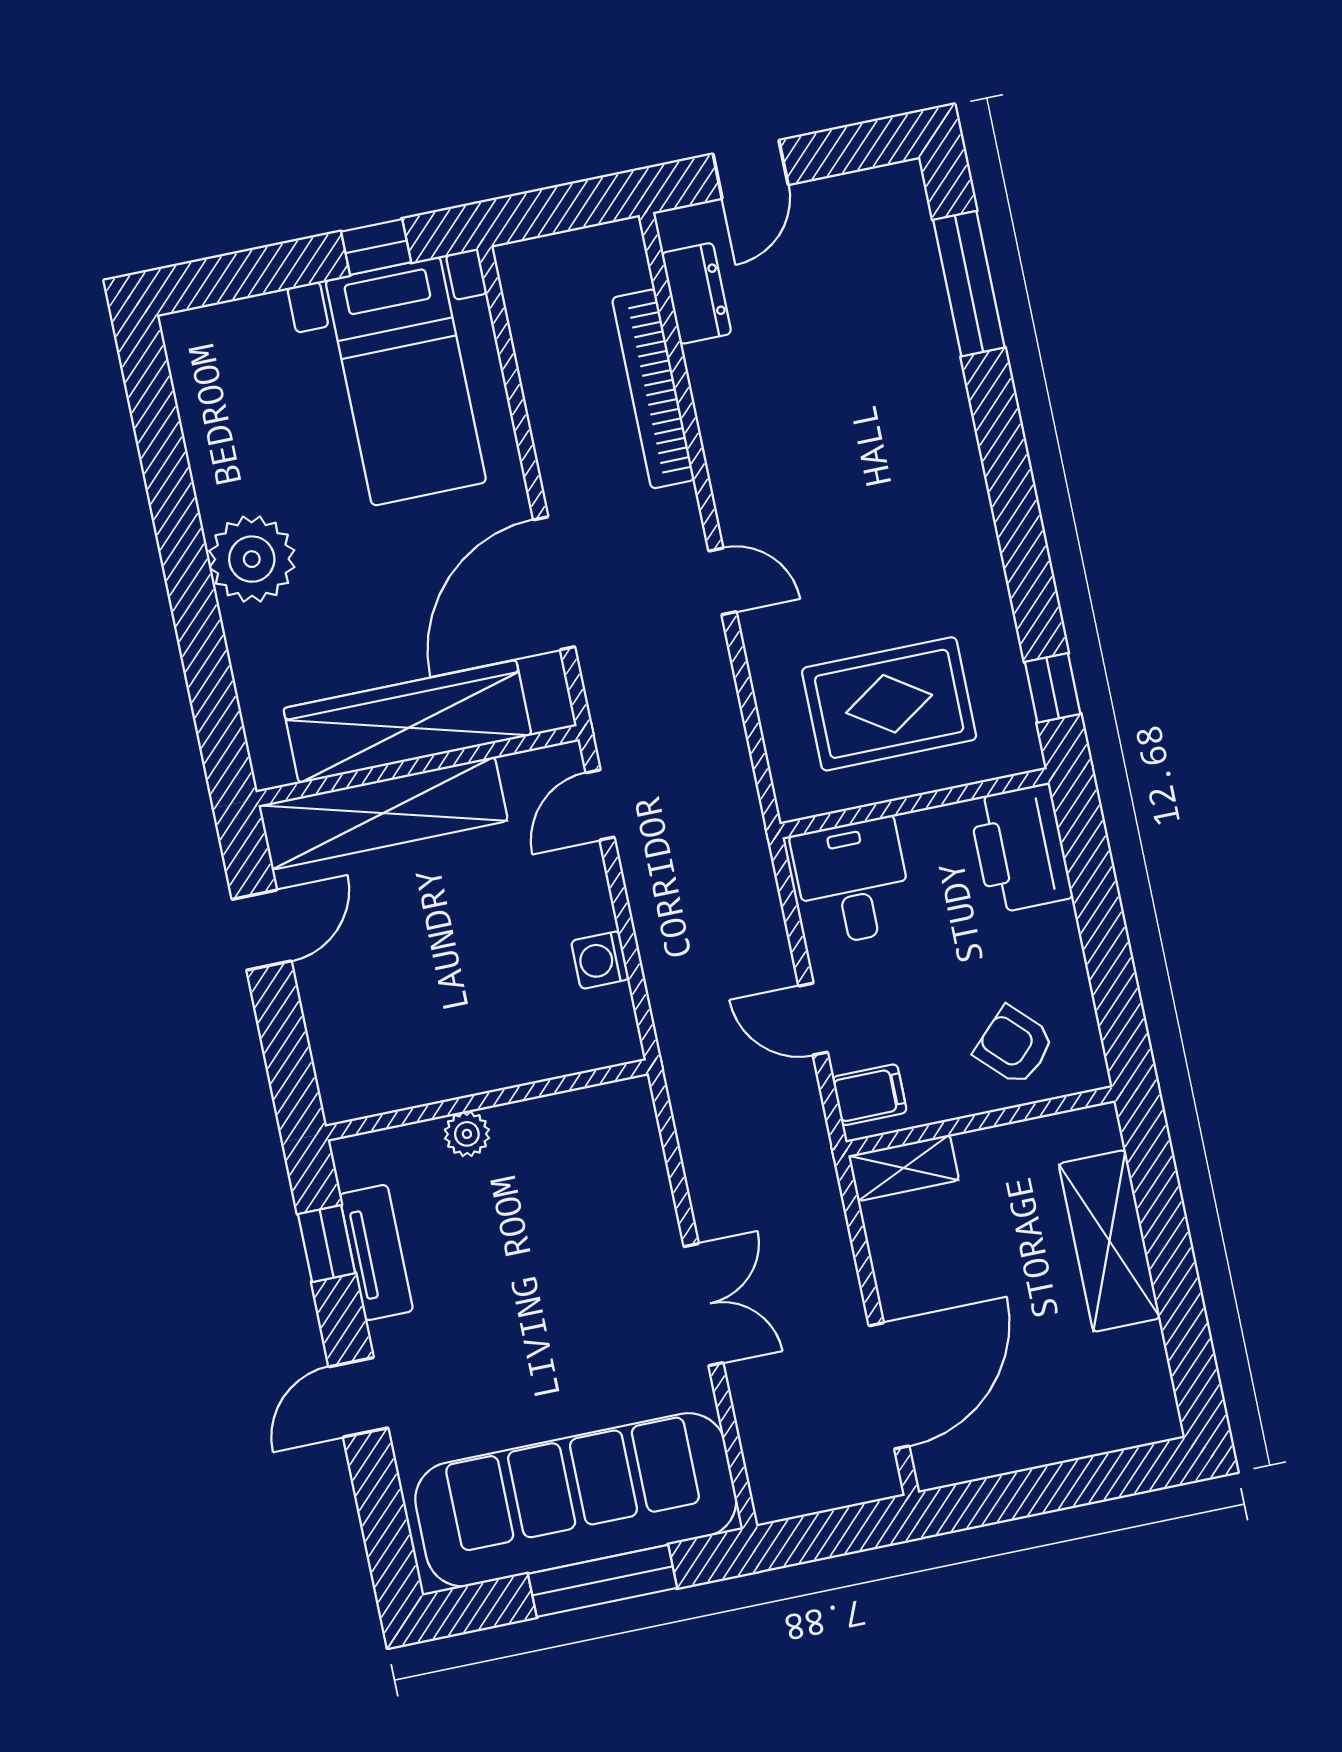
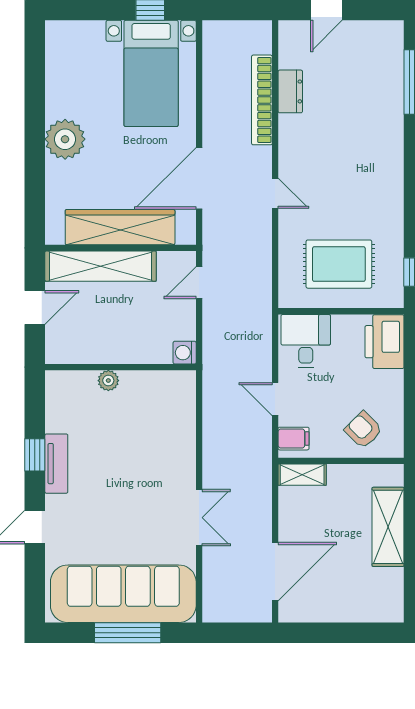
dresser: (696, 293) -> (290, 91), moved
wall: (487, 1100) -> (121, 367), moved
plant: (467, 1134) -> (108, 381), moved

